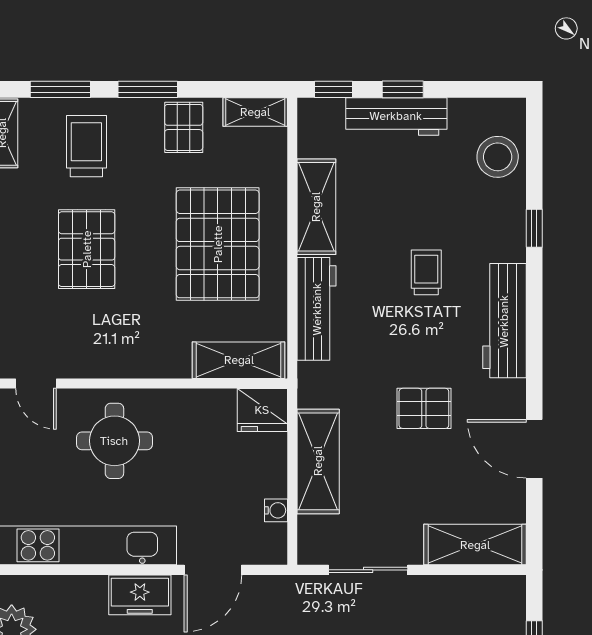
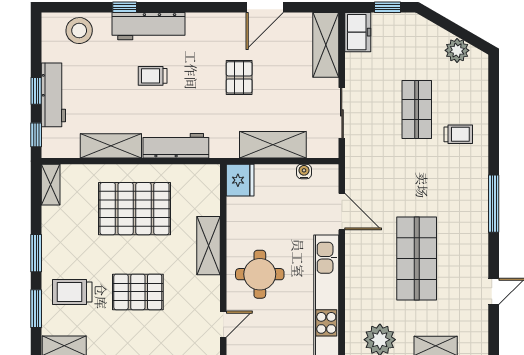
pallet: (184, 127) -> (60, 230), removed
workbench: (504, 321) -> (149, 26), moved
shelving: (239, 360) -> (209, 246), moved
freezer: (140, 595) -> (358, 32), moved

